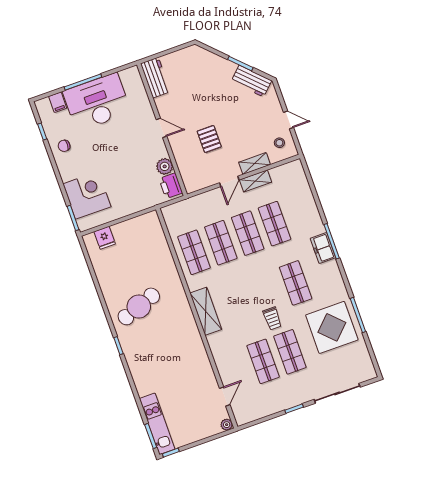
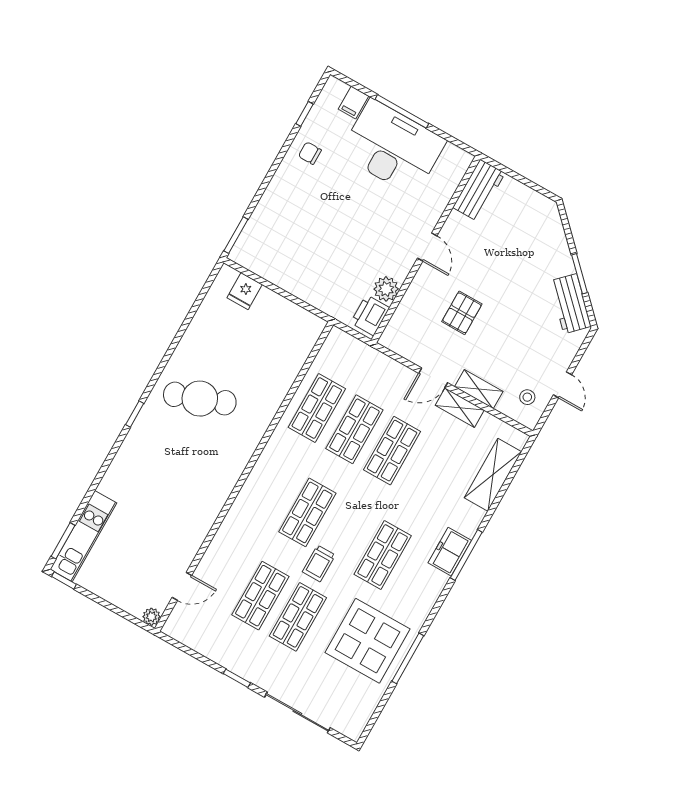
corner desk: (87, 195) -> (276, 228), removed
shop shelf: (274, 224) -> (307, 512), moved
shelving: (206, 311) -> (493, 475), moved

